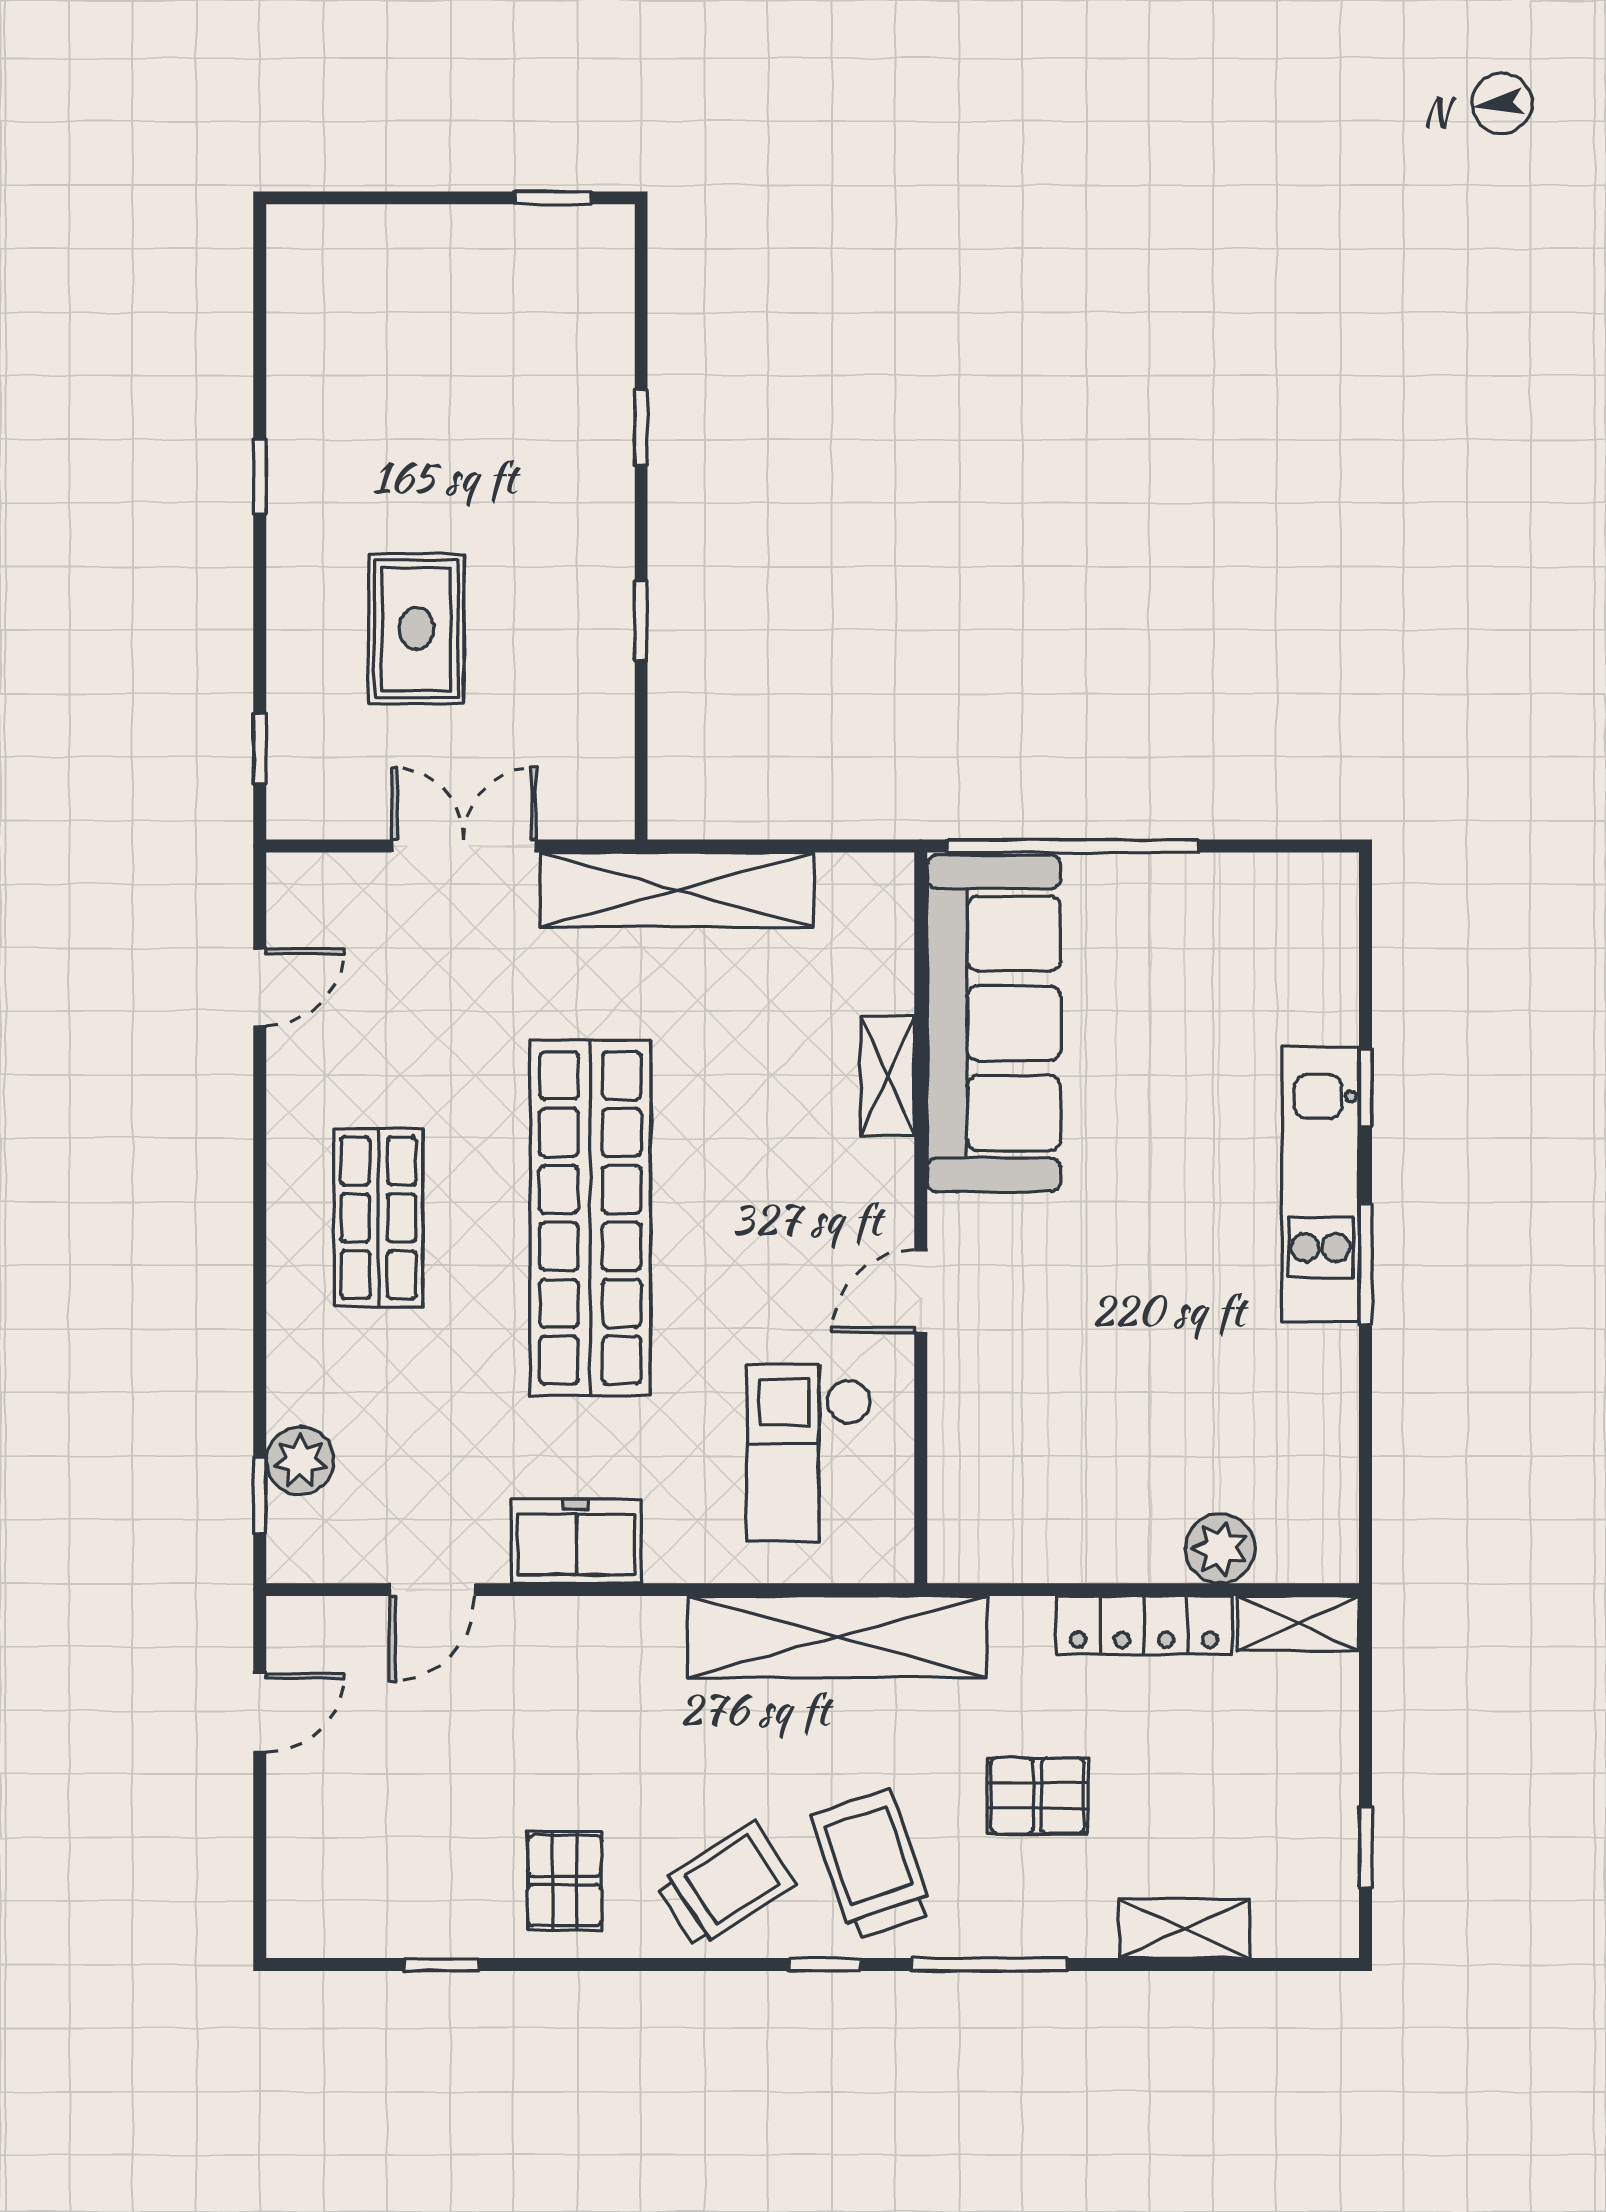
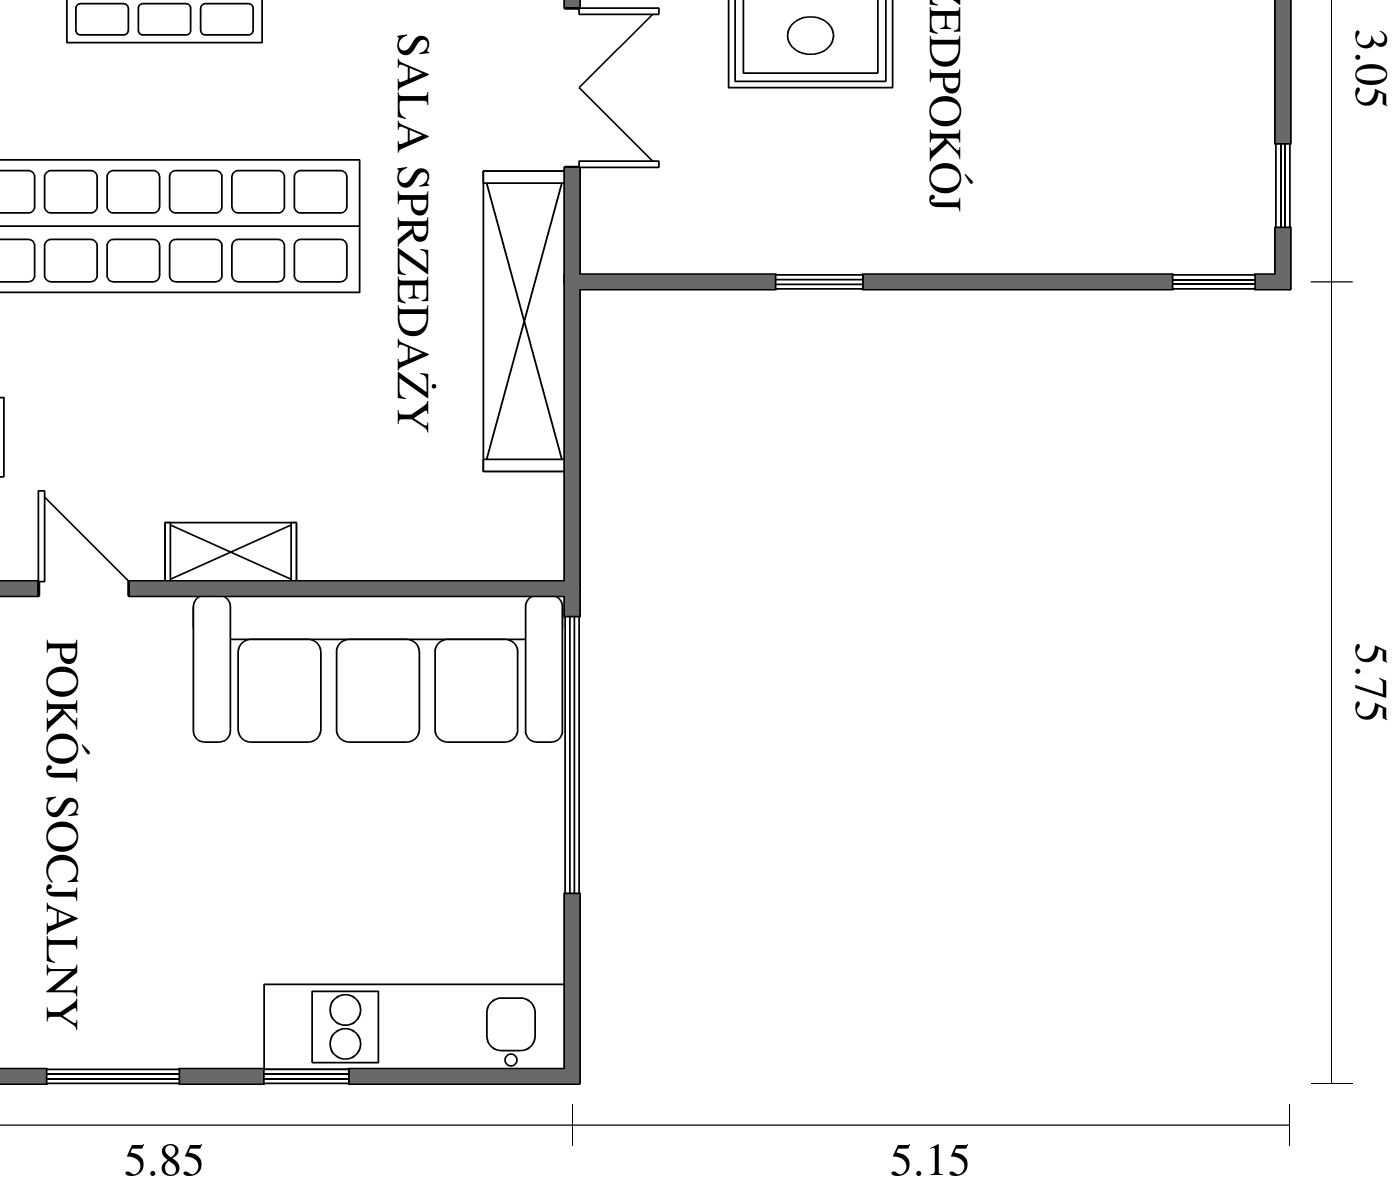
window: (641, 427) -> (1214, 282), moved
shelving: (887, 1076) -> (231, 552), moved
kitchen unit: (1321, 1184) -> (415, 1027), moved

